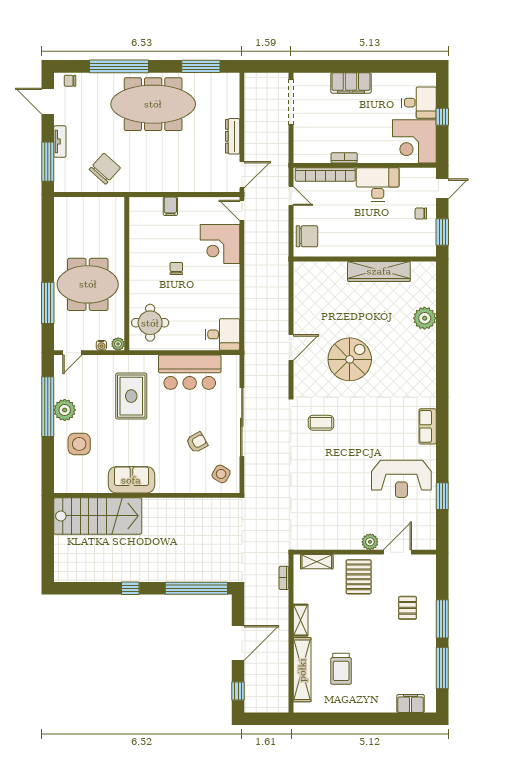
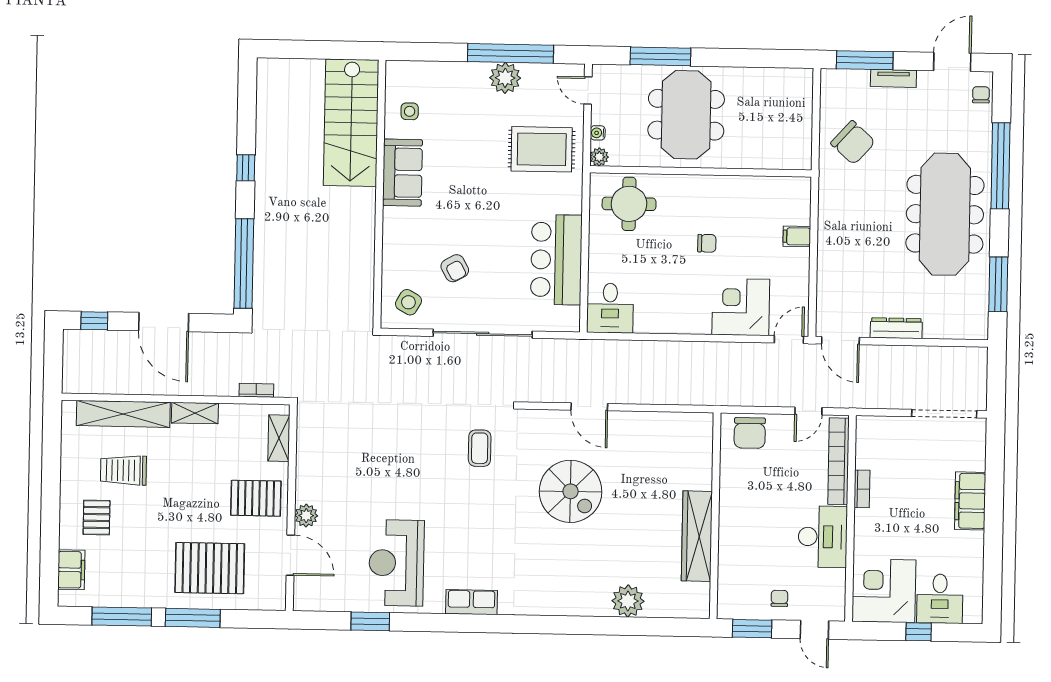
rug: (131, 396) -> (542, 149), moved
side table: (79, 444) -> (410, 111), moved, width x0.54, depth x0.54
pallet: (408, 608) -> (210, 568), width x2.05, depth x2.00
pallet: (374, 687) -> (97, 518), added

